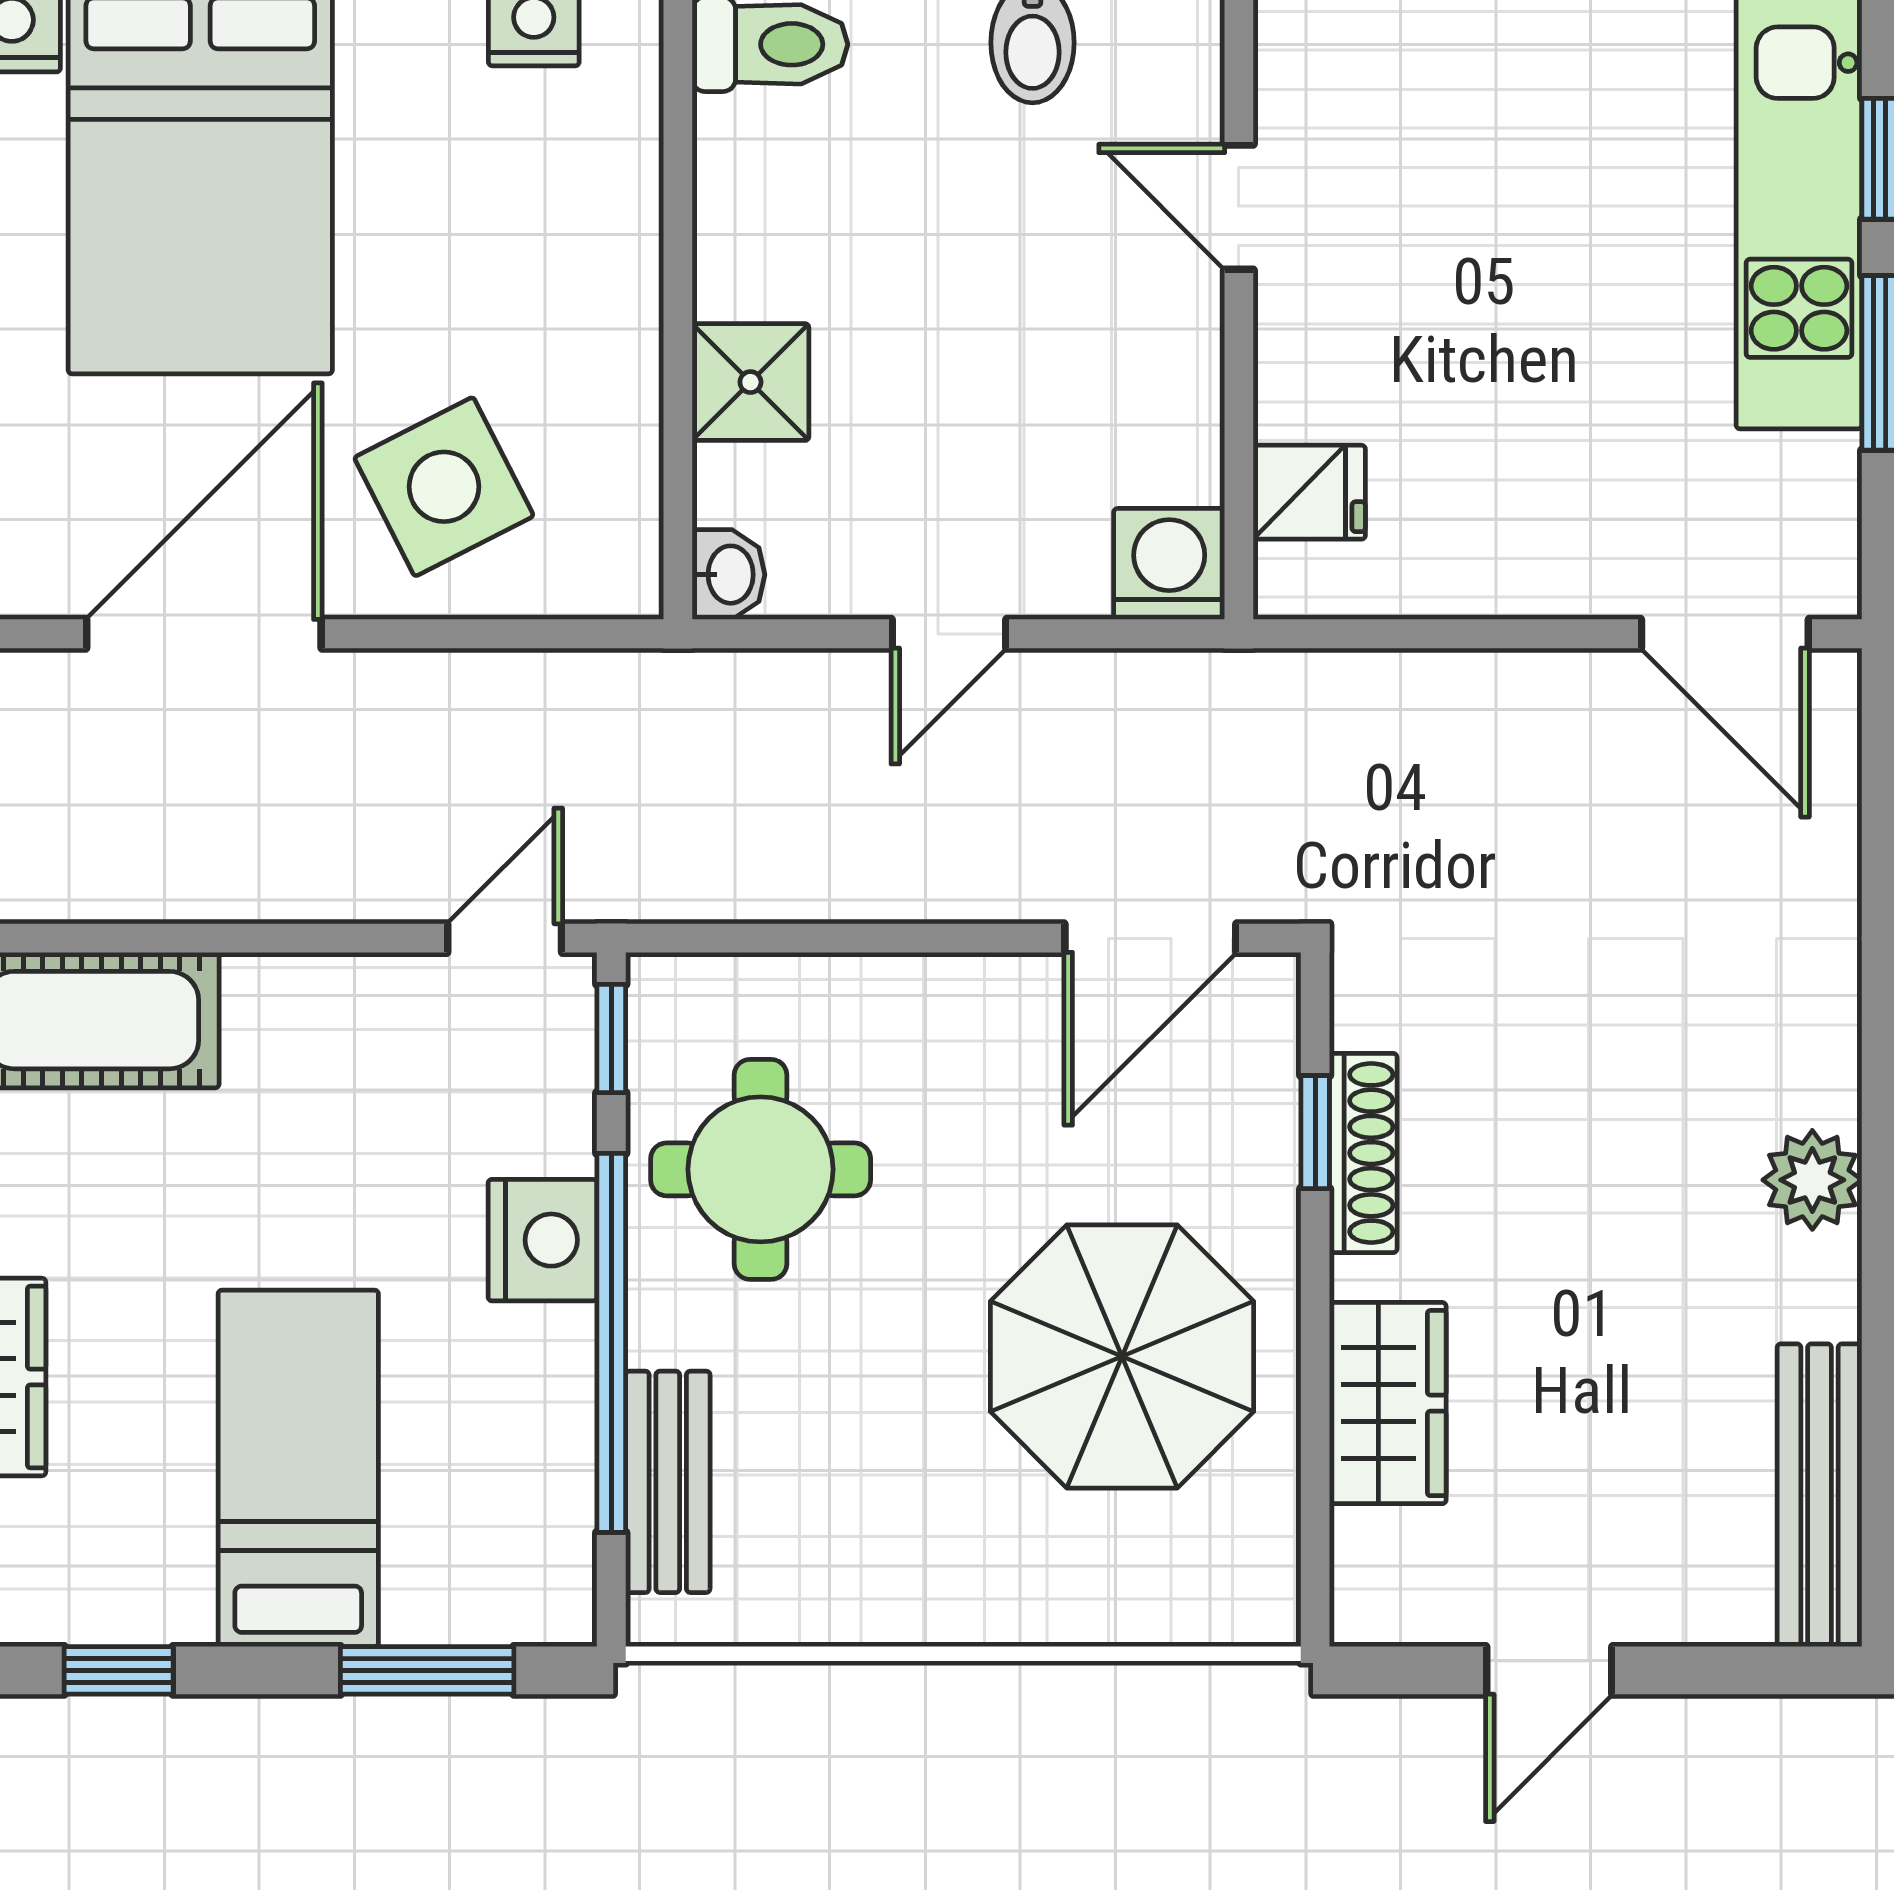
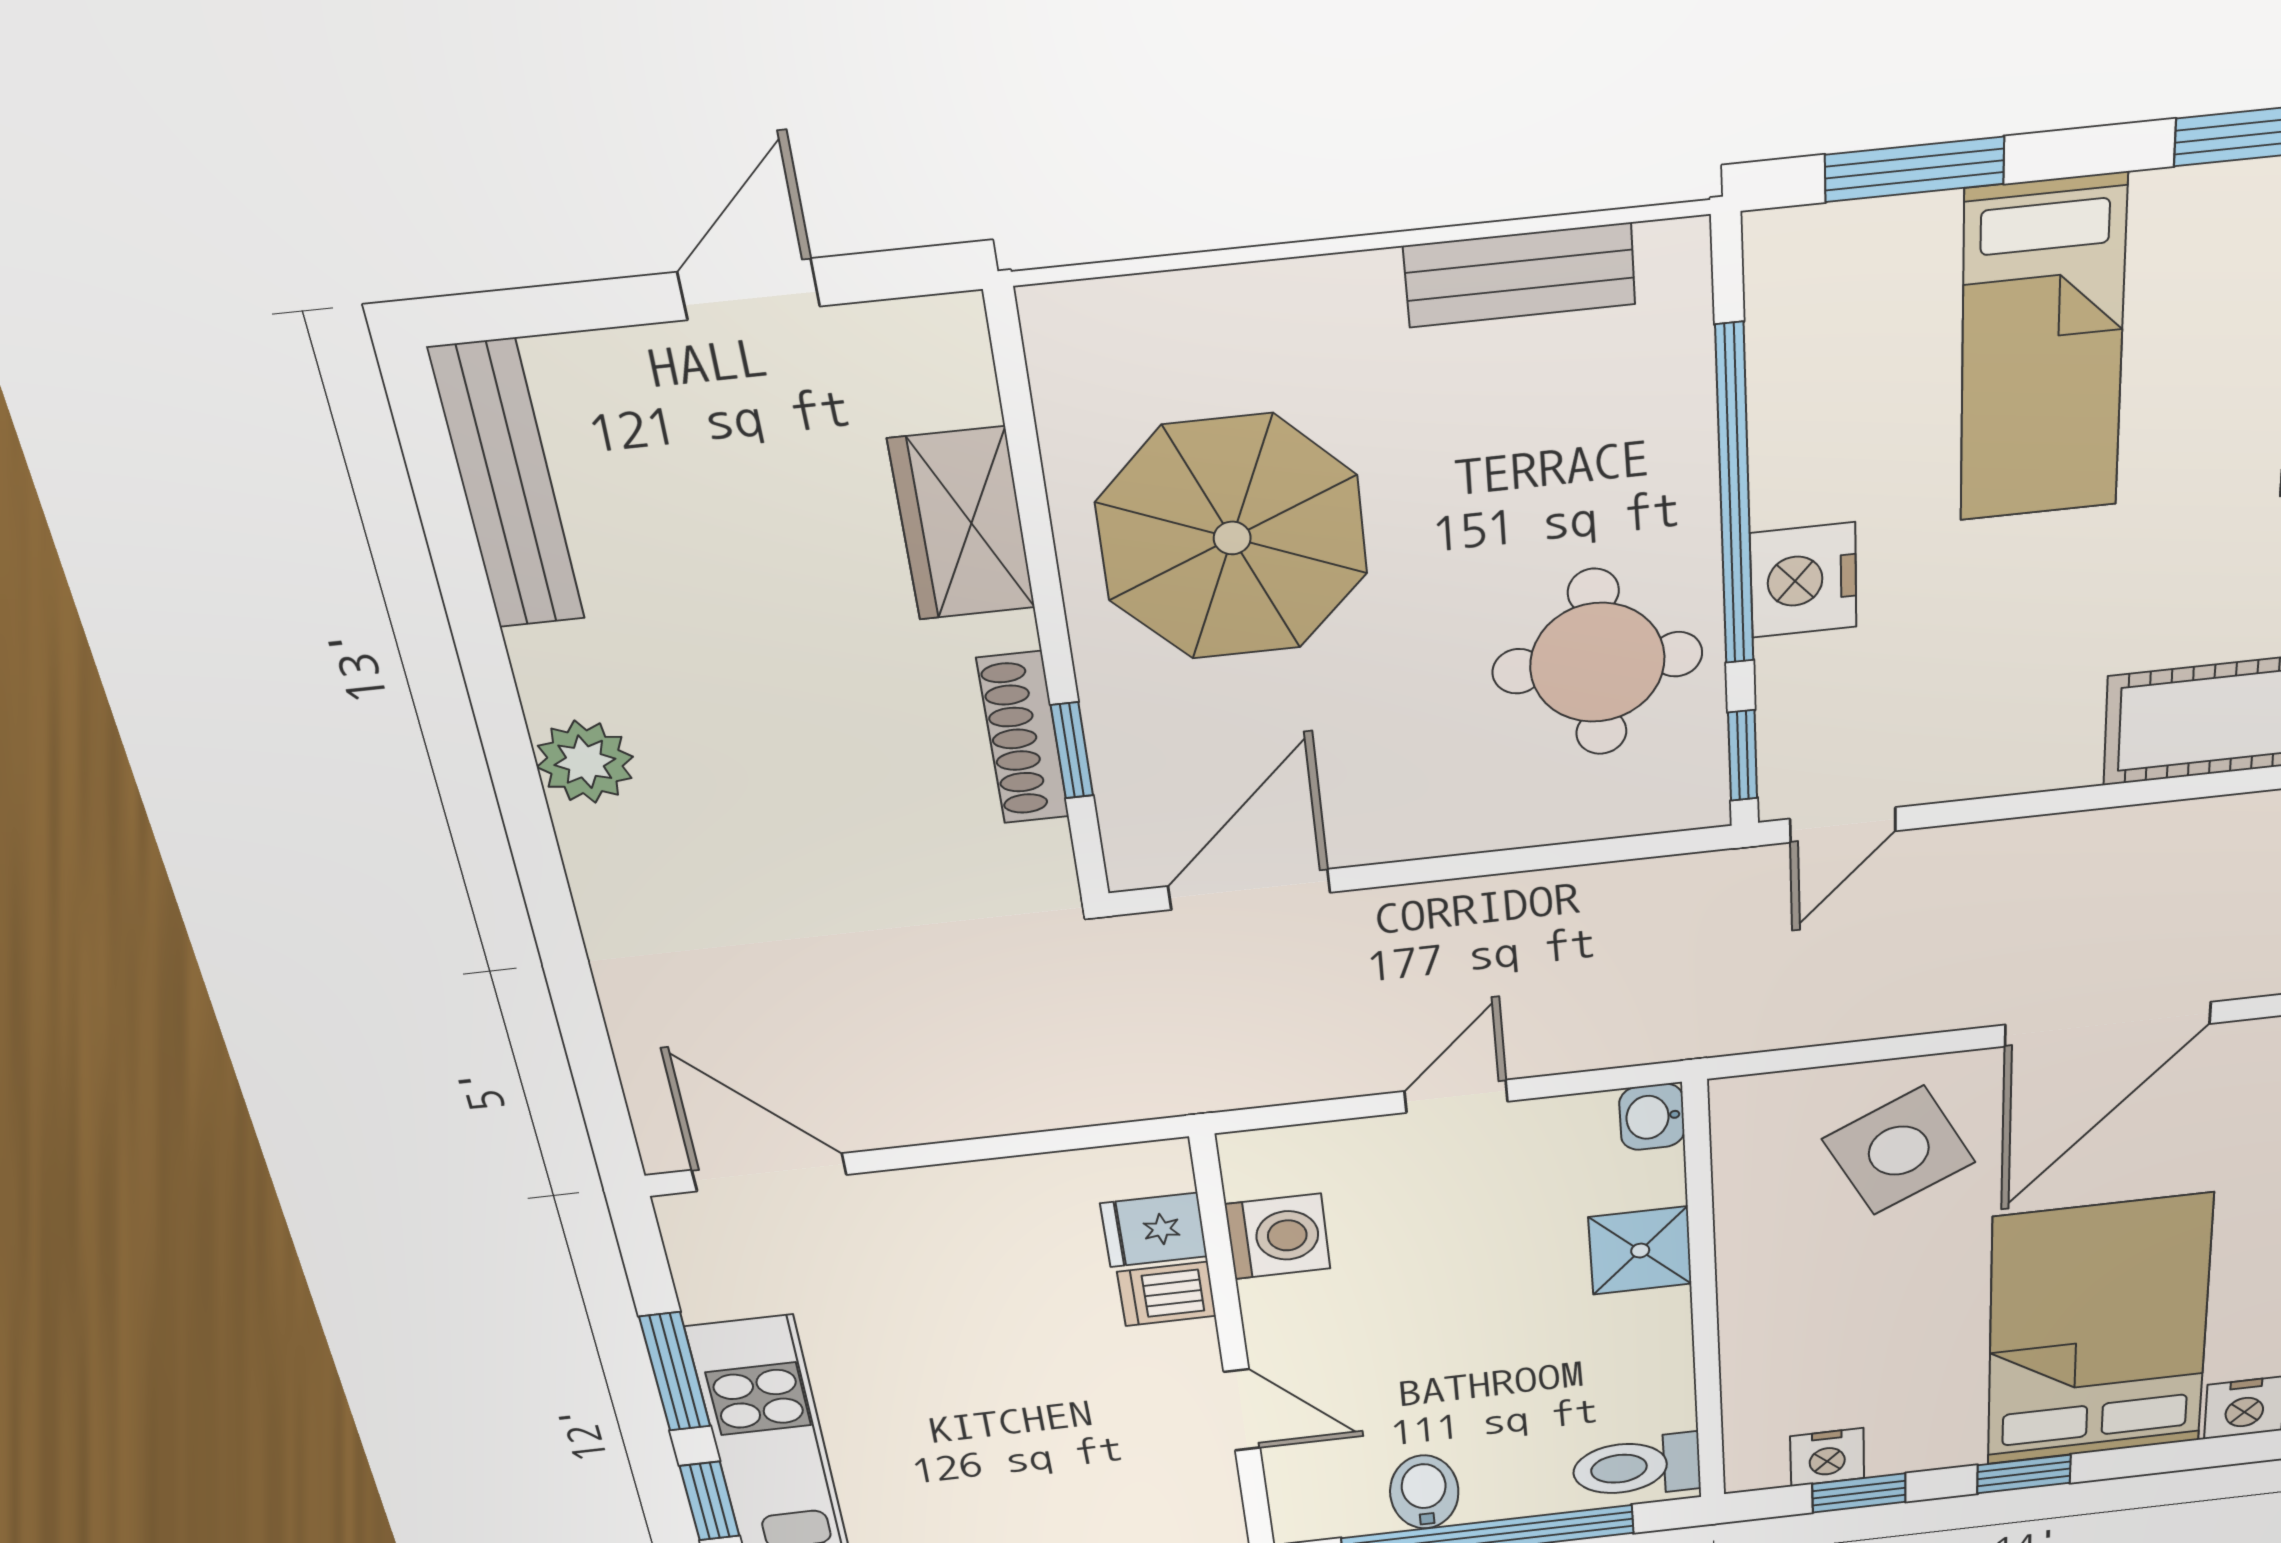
dishwasher: (1306, 397) -> (1167, 1294), added
washing machine: (1169, 564) -> (1278, 1236), moved, turned -90
bench: (668, 1482) -> (1520, 275), moved, turned 90

